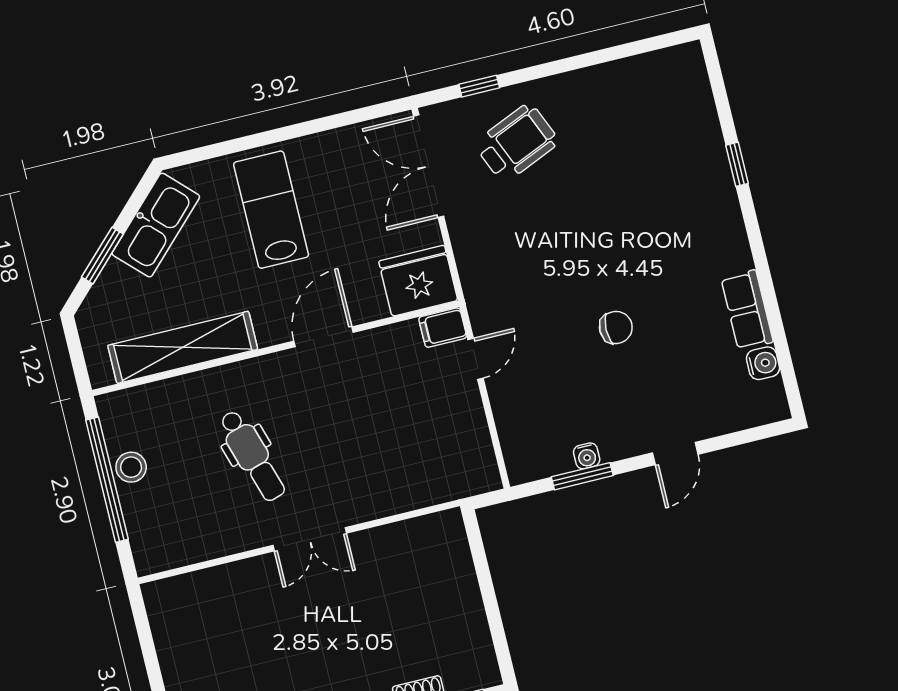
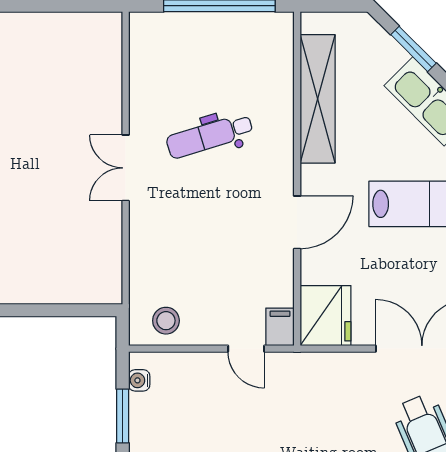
door: (324, 337) -> (297, 222), hinge flipped
water cooler: (587, 456) -> (139, 380), moved
stool: (131, 467) -> (166, 321), moved

